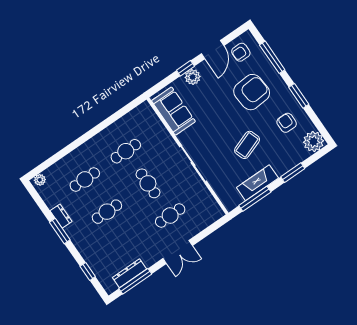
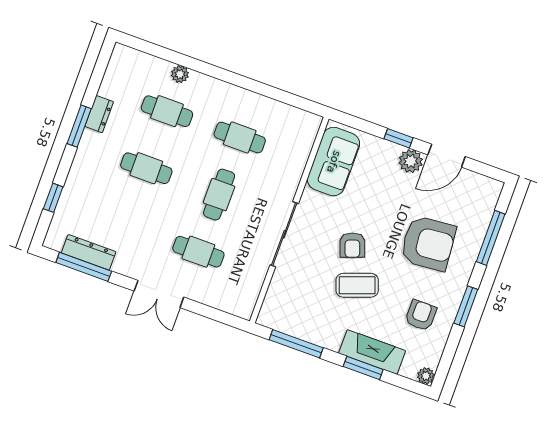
armchair: (241, 52) -> (352, 245), moved, turned -110
plant: (193, 77) -> (411, 161), moved
plant: (314, 142) -> (426, 376), width x0.53, depth x0.53
plant: (40, 180) -> (180, 74), moved
fireplace: (257, 183) -> (372, 352), moved

